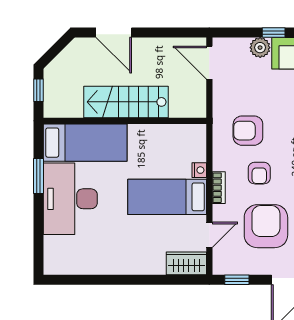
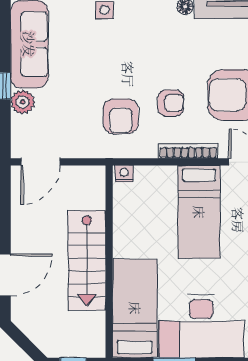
nightstand: (199, 170) -> (124, 174), moved
bookcase: (219, 188) -> (188, 151), width x1.56

